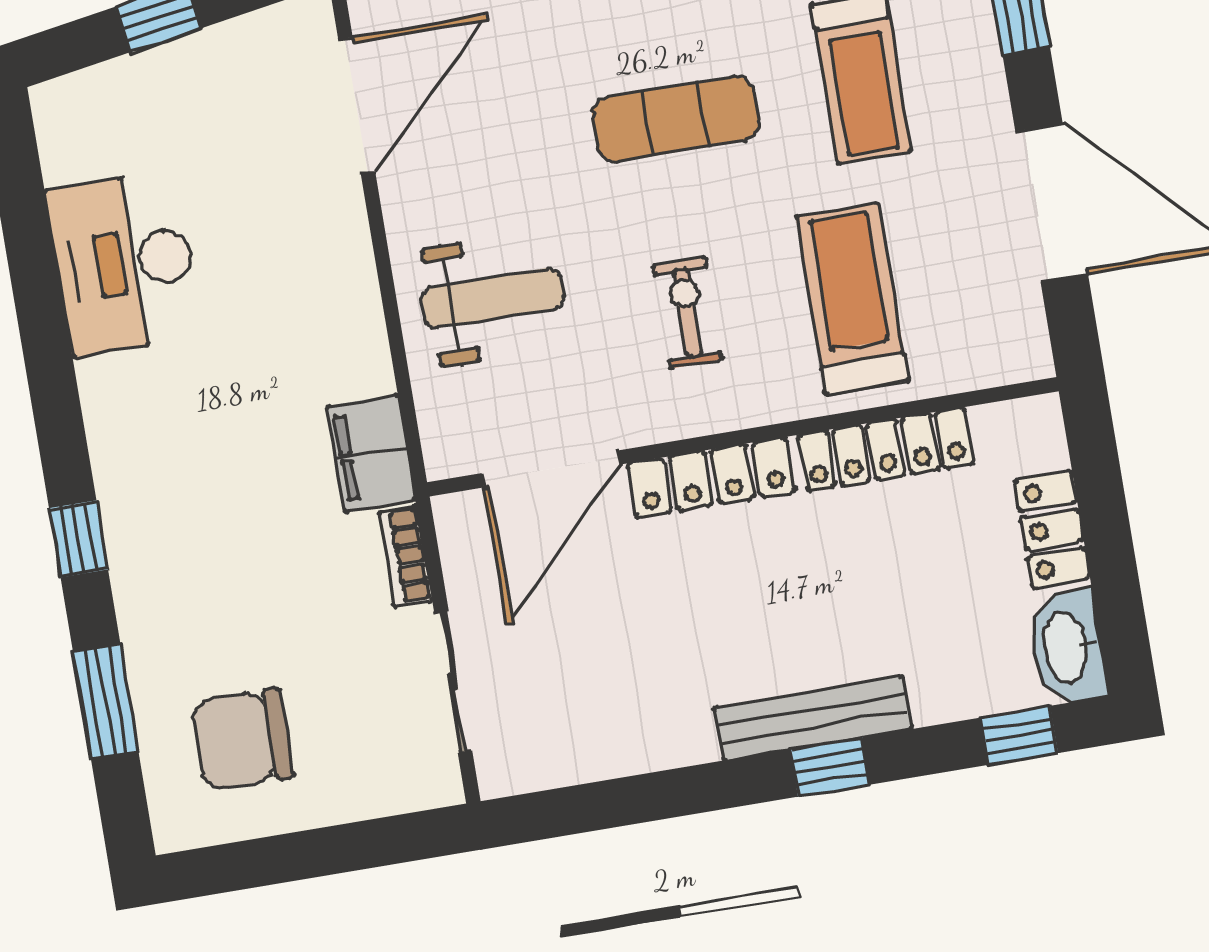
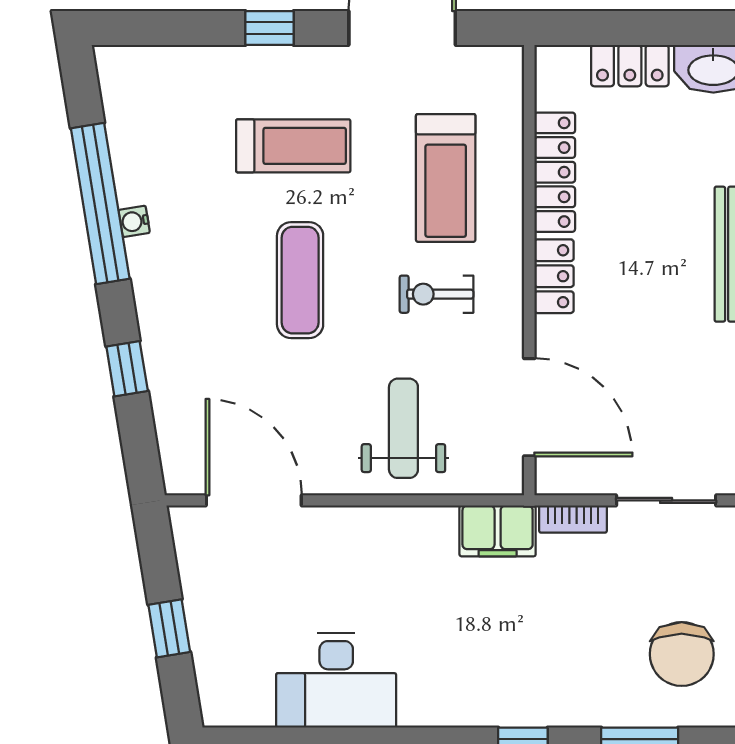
treadmill: (852, 298) -> (446, 178), turned -90
locker: (712, 478) -> (554, 276), width x0.66

